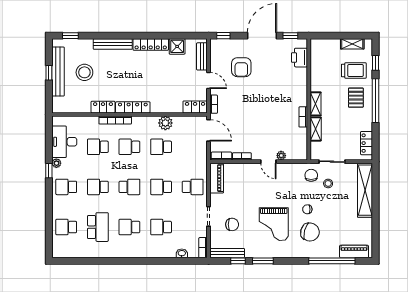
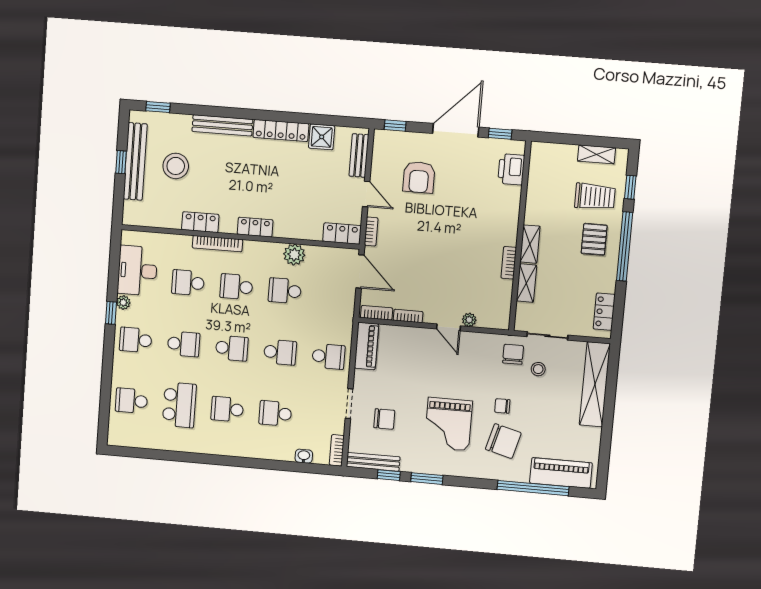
locker: (133, 107) -> (255, 227), width x0.66
school desk: (98, 187) -> (184, 344), turned 180
school desk: (161, 187) -> (280, 352), turned 180
piano: (354, 252) -> (561, 473), width x1.37, depth x1.33

